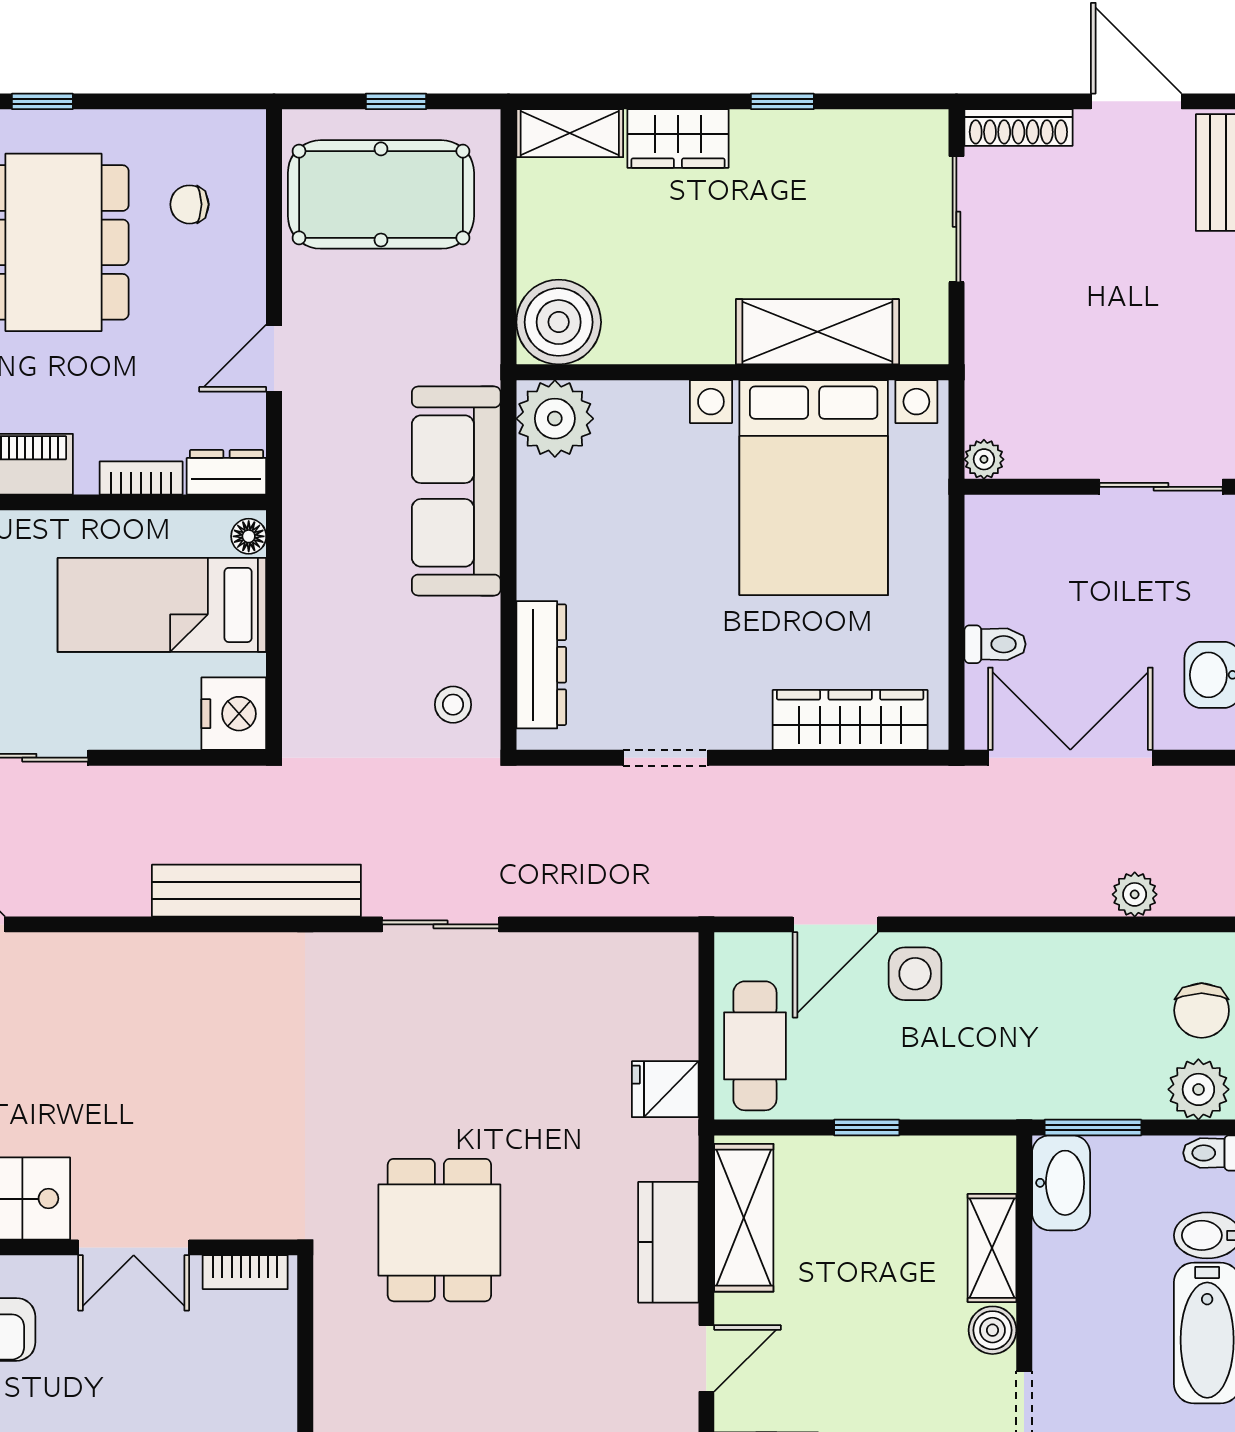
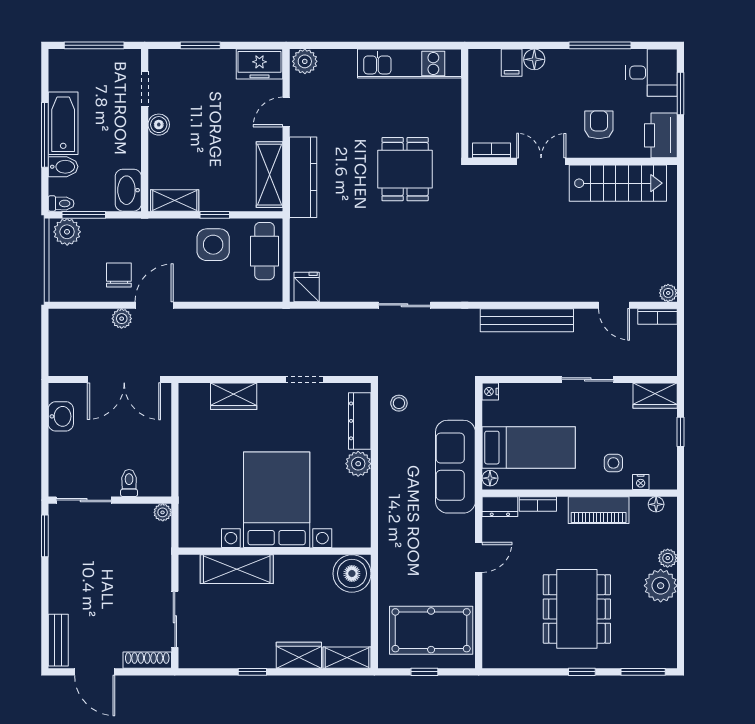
chair: (189, 204) -> (516, 626), removed
plant: (555, 419) -> (358, 464), moved, width x0.73, depth x0.73
bed with nightstands: (814, 488) -> (277, 500), moved
sofa: (456, 491) -> (455, 467), moved, turned 180
toilet: (995, 644) -> (129, 483), moved, turned 90
nightstand: (234, 714) -> (490, 391), width x0.53, depth x0.56
wardrobe: (850, 720) -> (234, 396), width x0.67
bench: (256, 891) -> (527, 320), moved
plant: (1135, 894) -> (122, 319), moved
door: (835, 924) -> (154, 305), moved
side table: (915, 974) -> (213, 245), moved, width x1.37, depth x1.37
chair: (1202, 1010) -> (119, 275), moved
fridge: (665, 1089) -> (307, 287), moved, turned -90
window: (1093, 1128) -> (84, 215), moved
kitchen counter: (668, 1242) -> (303, 177), width x1.50
shelving: (992, 1248) -> (175, 200), moved, turned 90

